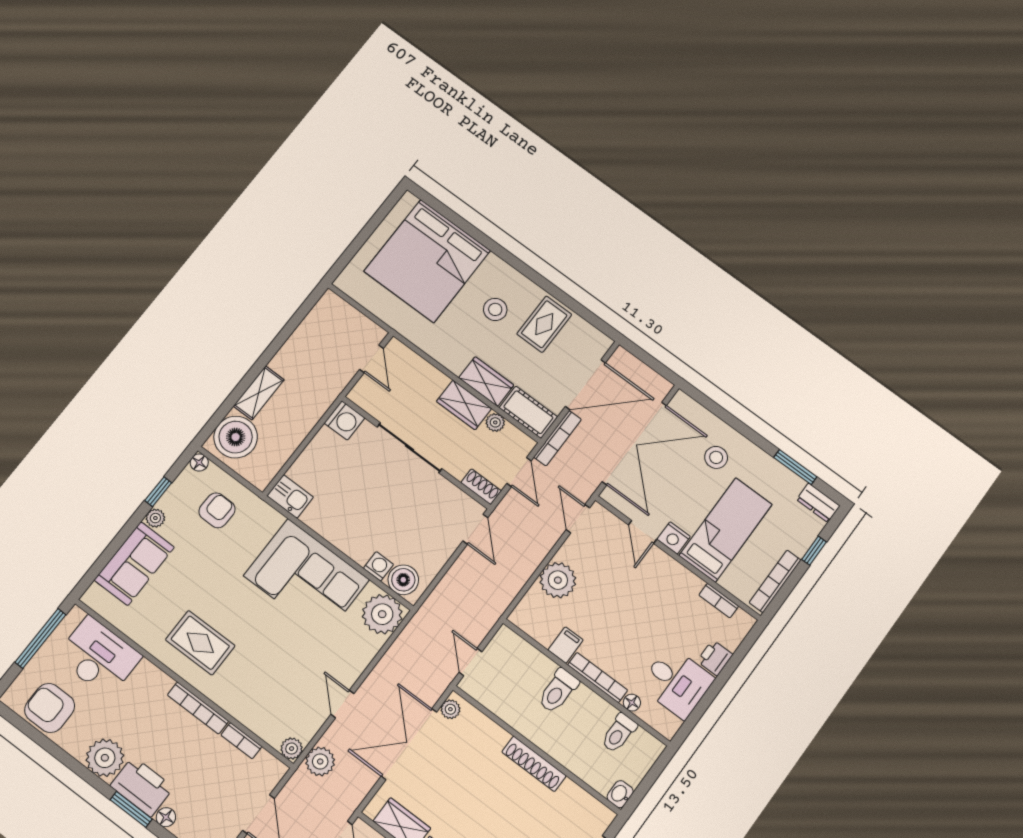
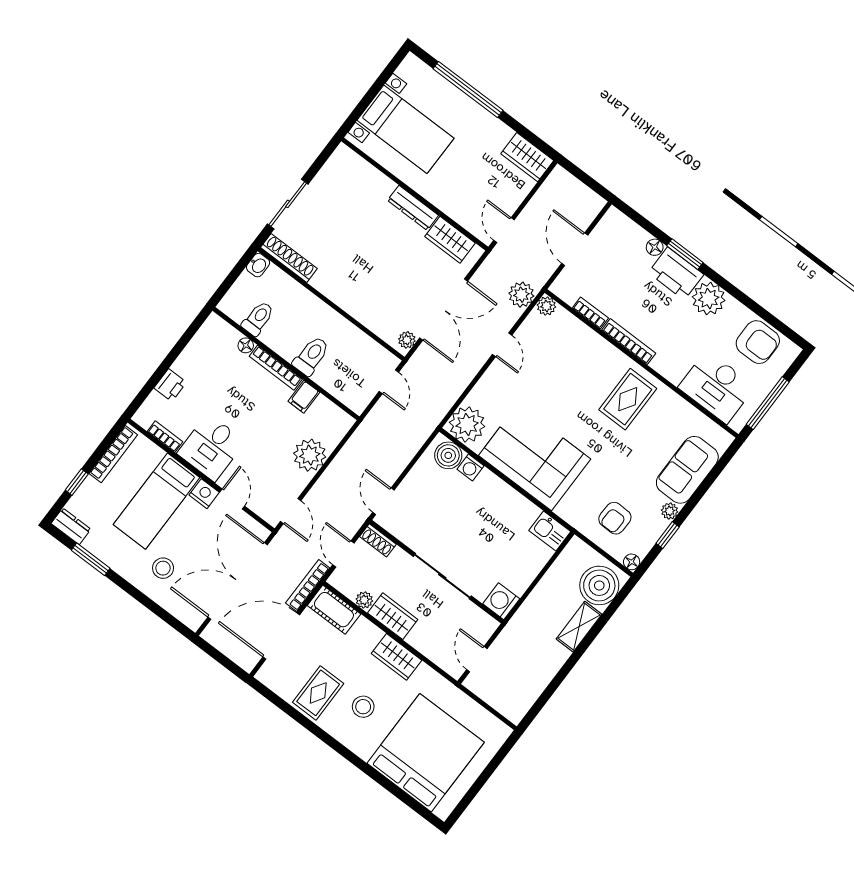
wardrobe: (486, 381) -> (396, 657), moved
rug: (200, 643) -> (628, 399), turned 90
desk: (677, 682) -> (211, 447), moved, turned -90
shoe rack: (534, 764) -> (289, 258), moved

